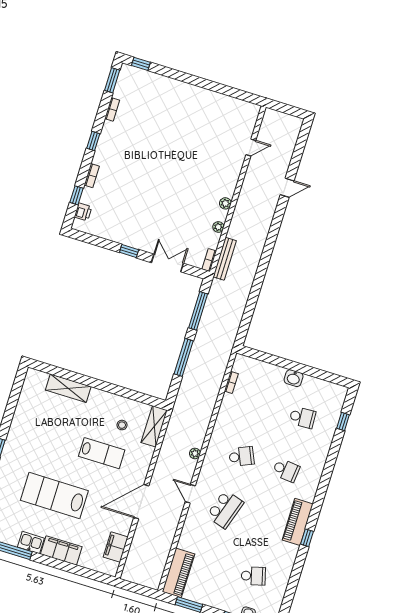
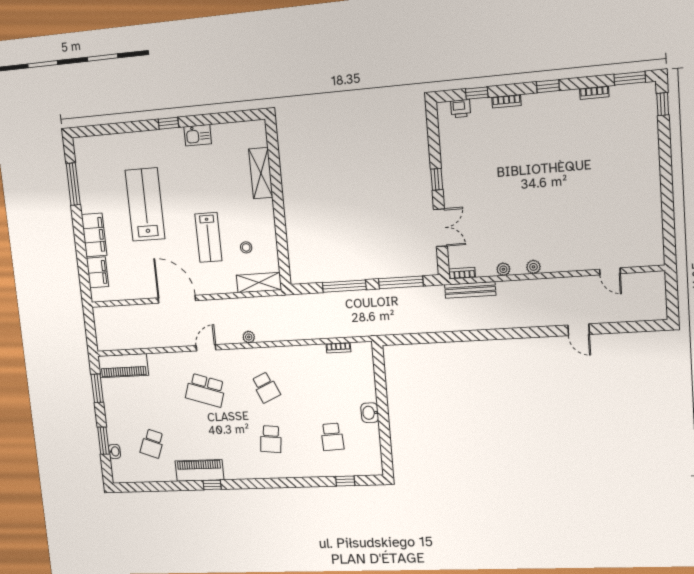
piano: (298, 522) -> (199, 470), moved
kitchen sink: (31, 543) -> (198, 135), moved, turned 90
filing cabinet: (116, 547) -> (97, 272), moved, turned 90
school desk: (253, 576) -> (152, 443), turned 36

